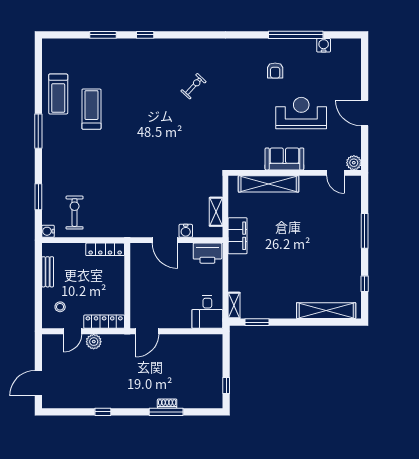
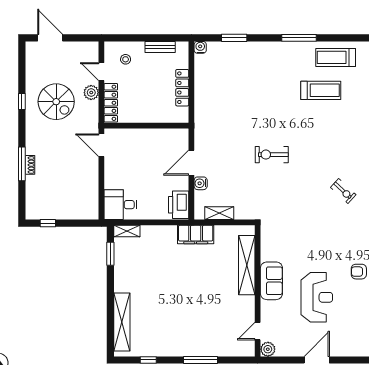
exercise bike: (75, 213) -> (272, 155), moved, turned 180
locker: (105, 249) -> (182, 88), moved
spiral stairs: (103, 377) -> (56, 102), added

